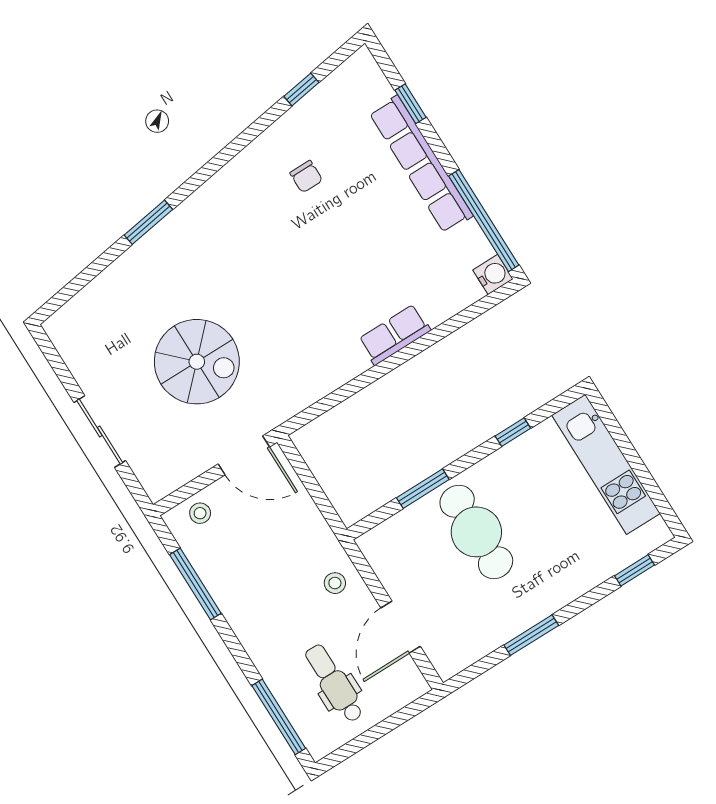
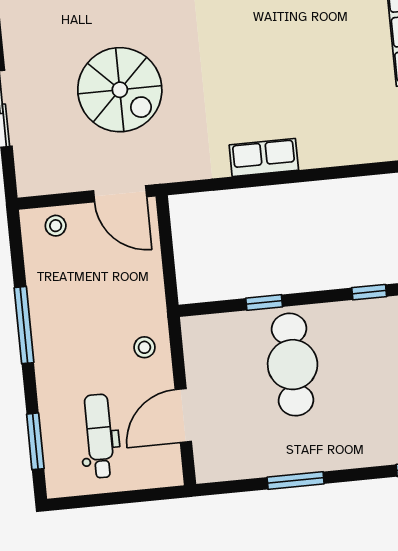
row of seats: (394, 335) -> (264, 158), moved
window: (423, 489) -> (264, 302), width x0.67
window: (195, 584) -> (24, 325), moved
window: (279, 717) -> (35, 441), width x0.69

